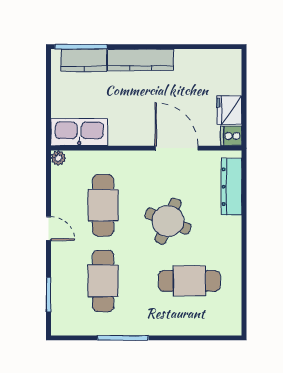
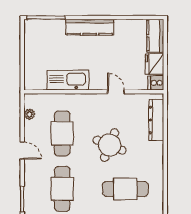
kitchen counter: (84, 60) -> (155, 36), moved, turned 90
kitchen sink: (79, 132) -> (68, 80), moved
door: (177, 148) -> (116, 92), width x0.53
plant: (58, 158) -> (29, 114), moved

